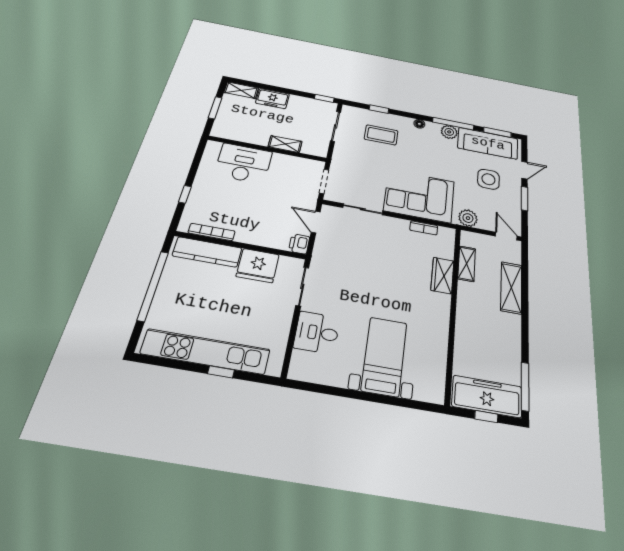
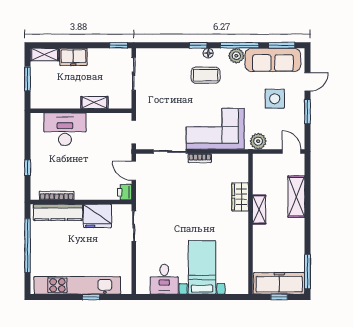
window: (379, 109) -> (198, 45), moved
coffee table: (381, 135) -> (206, 75), moved
bookcase: (424, 228) -> (200, 158), moved
shelving: (467, 264) -> (259, 210), moved
desk: (317, 333) -> (164, 279), moved, turned -90

